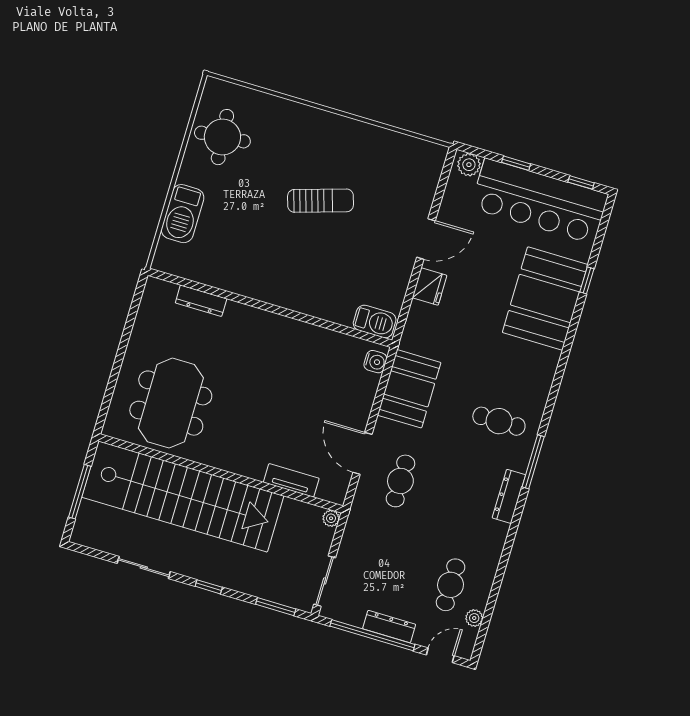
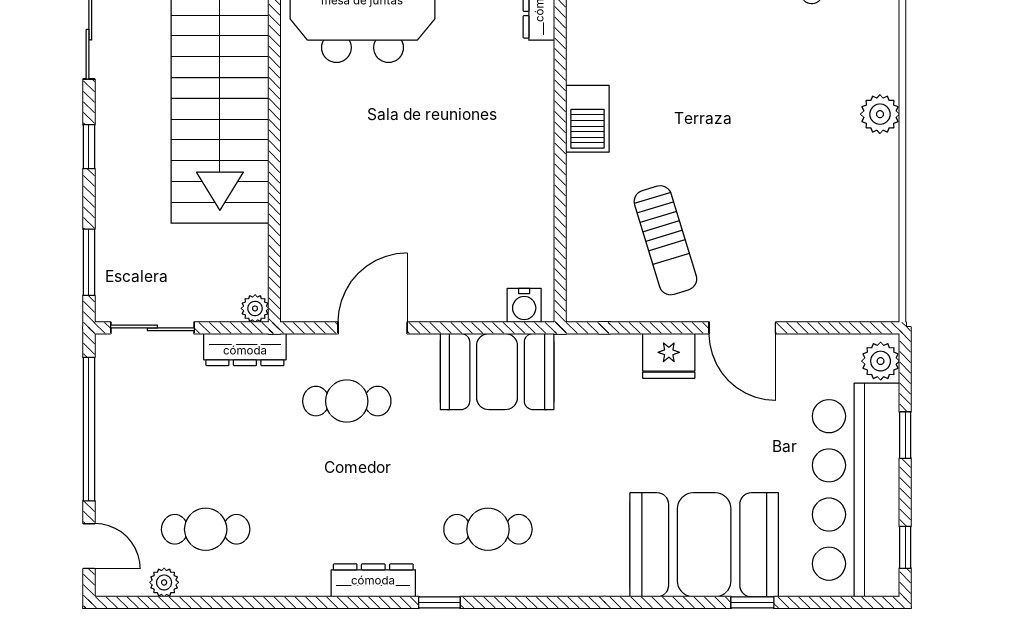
plant: (326, 123) -> (880, 114), added
sun lounger: (320, 201) -> (665, 240), moved
barbecue: (375, 322) -> (587, 119), moved
cafe table: (499, 421) -> (488, 529), turned 90
window: (533, 462) -> (439, 602), width x0.46
tv unit: (291, 480) -> (297, 228), removed
dresser: (389, 627) -> (245, 350), moved, turned 90

